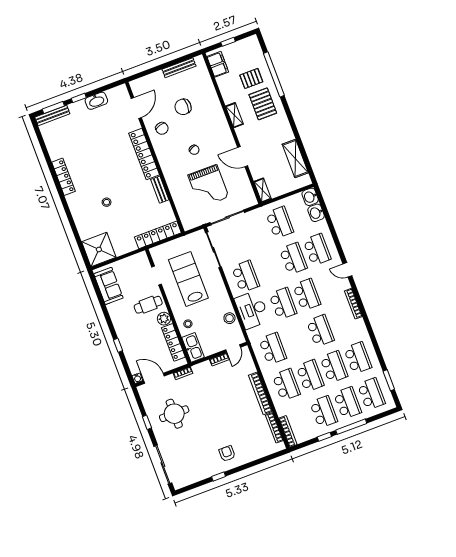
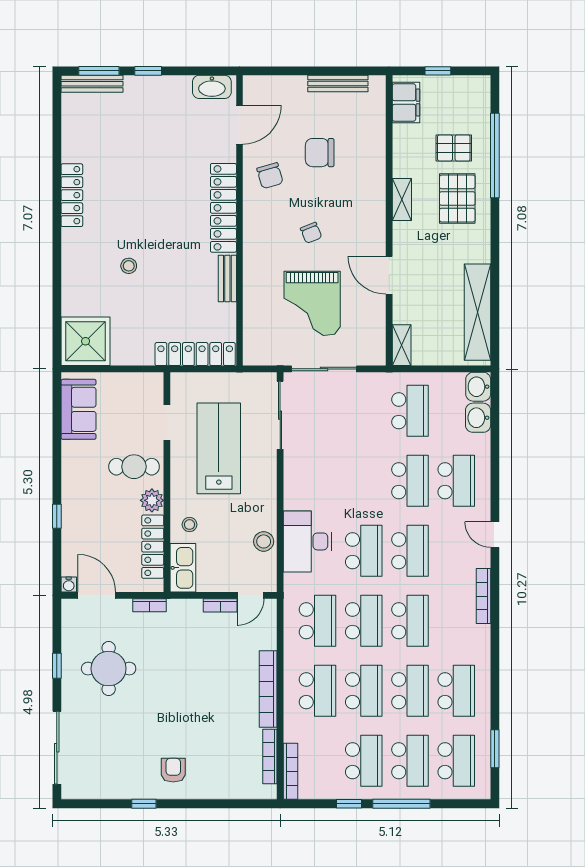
washbasin: (96, 101) -> (212, 87), moved
shelving: (295, 159) -> (477, 312), width x1.47
school desk: (246, 276) -> (364, 621), moved

